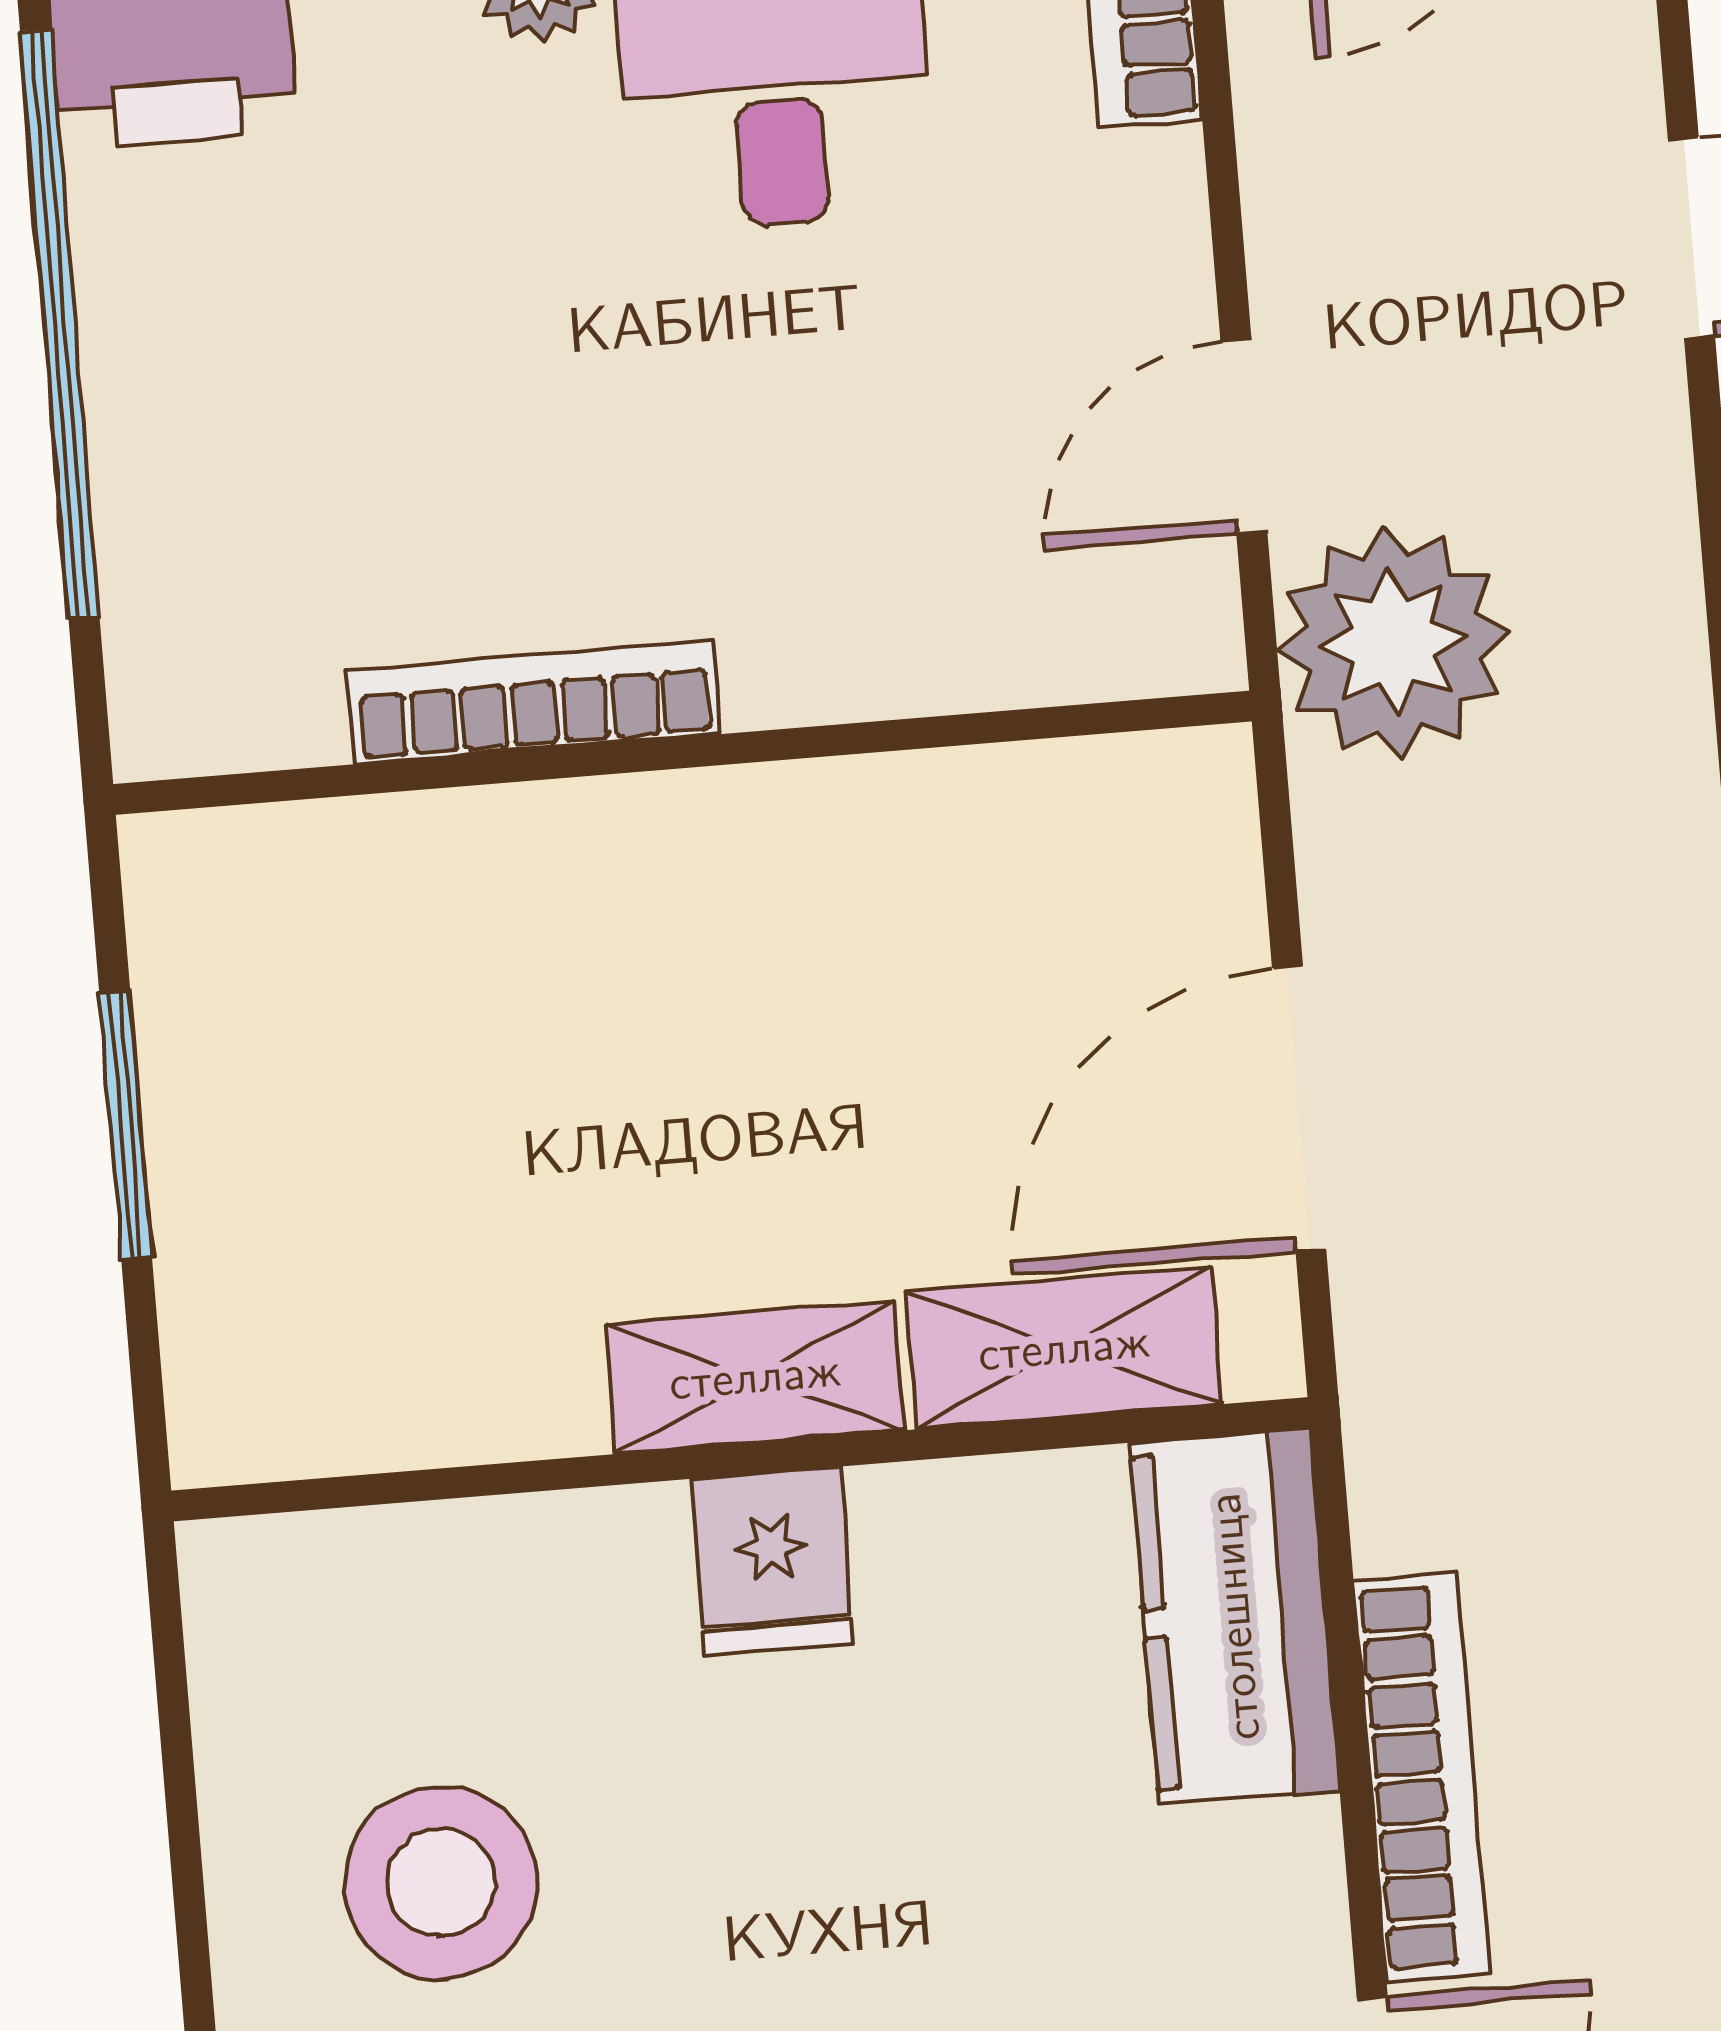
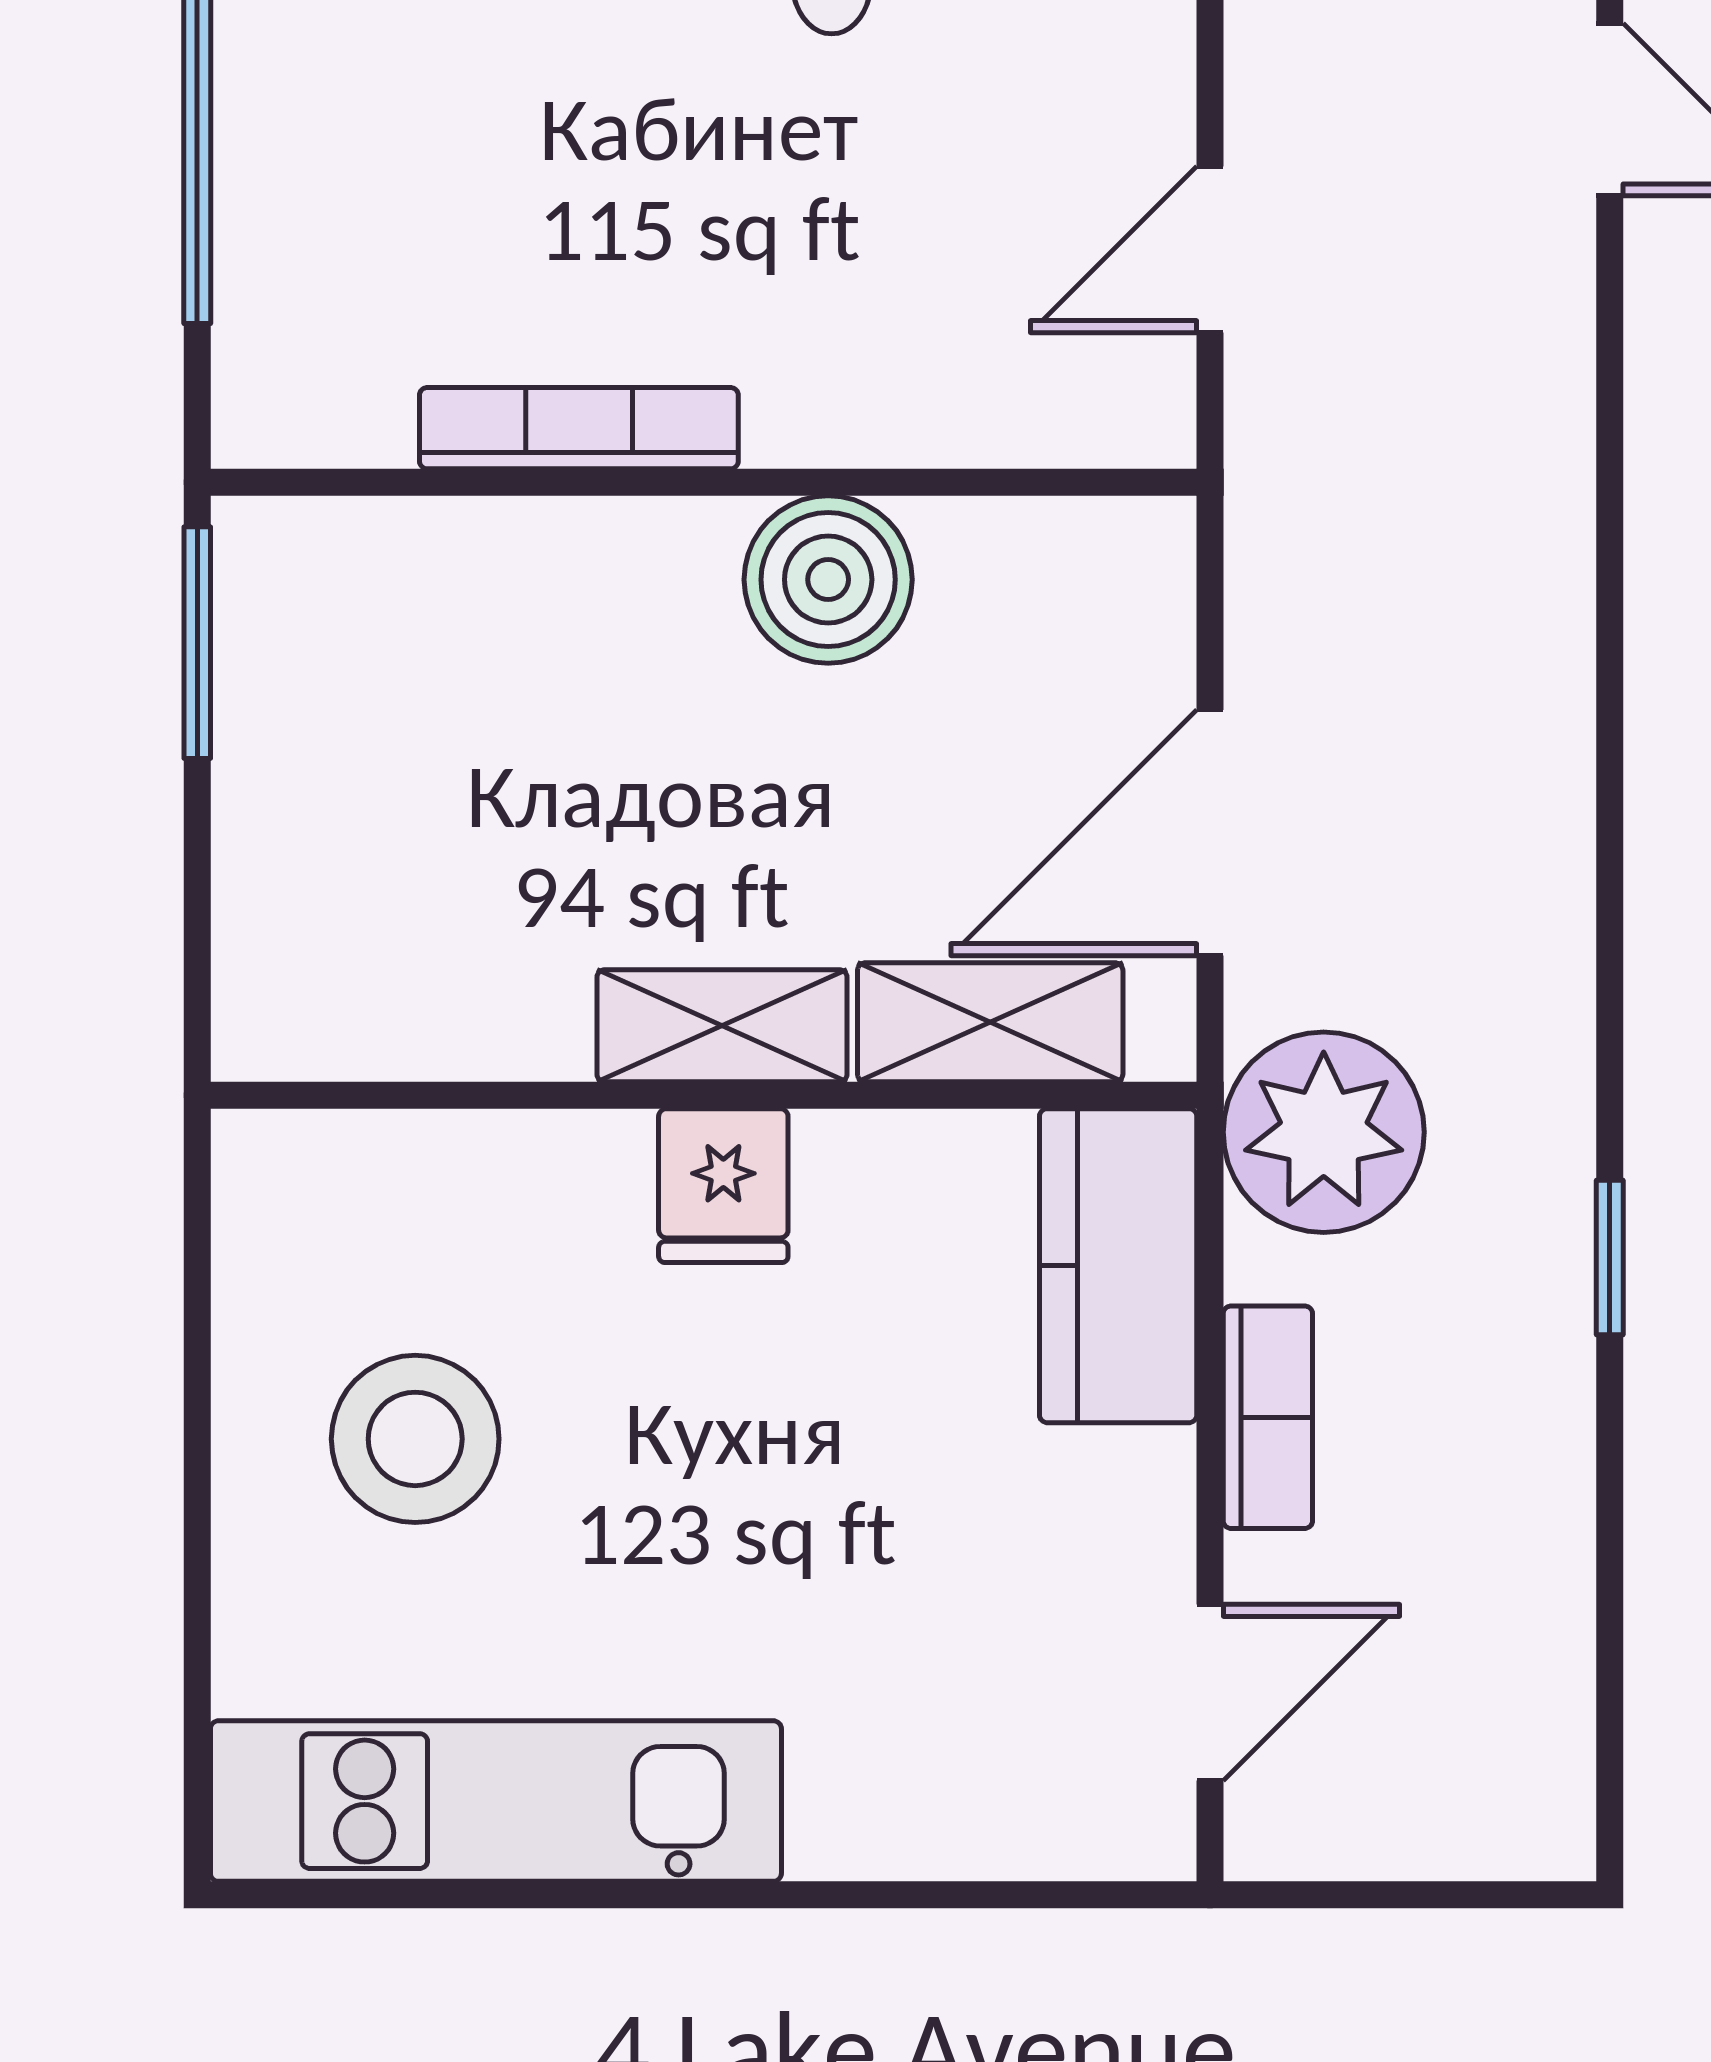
plant: (1393, 642) -> (1324, 1132), moved
boiler: (835, 853) -> (828, 580), added
window: (126, 1126) -> (197, 643), moved
bookcase: (1421, 1777) -> (1268, 1417), width x0.64

